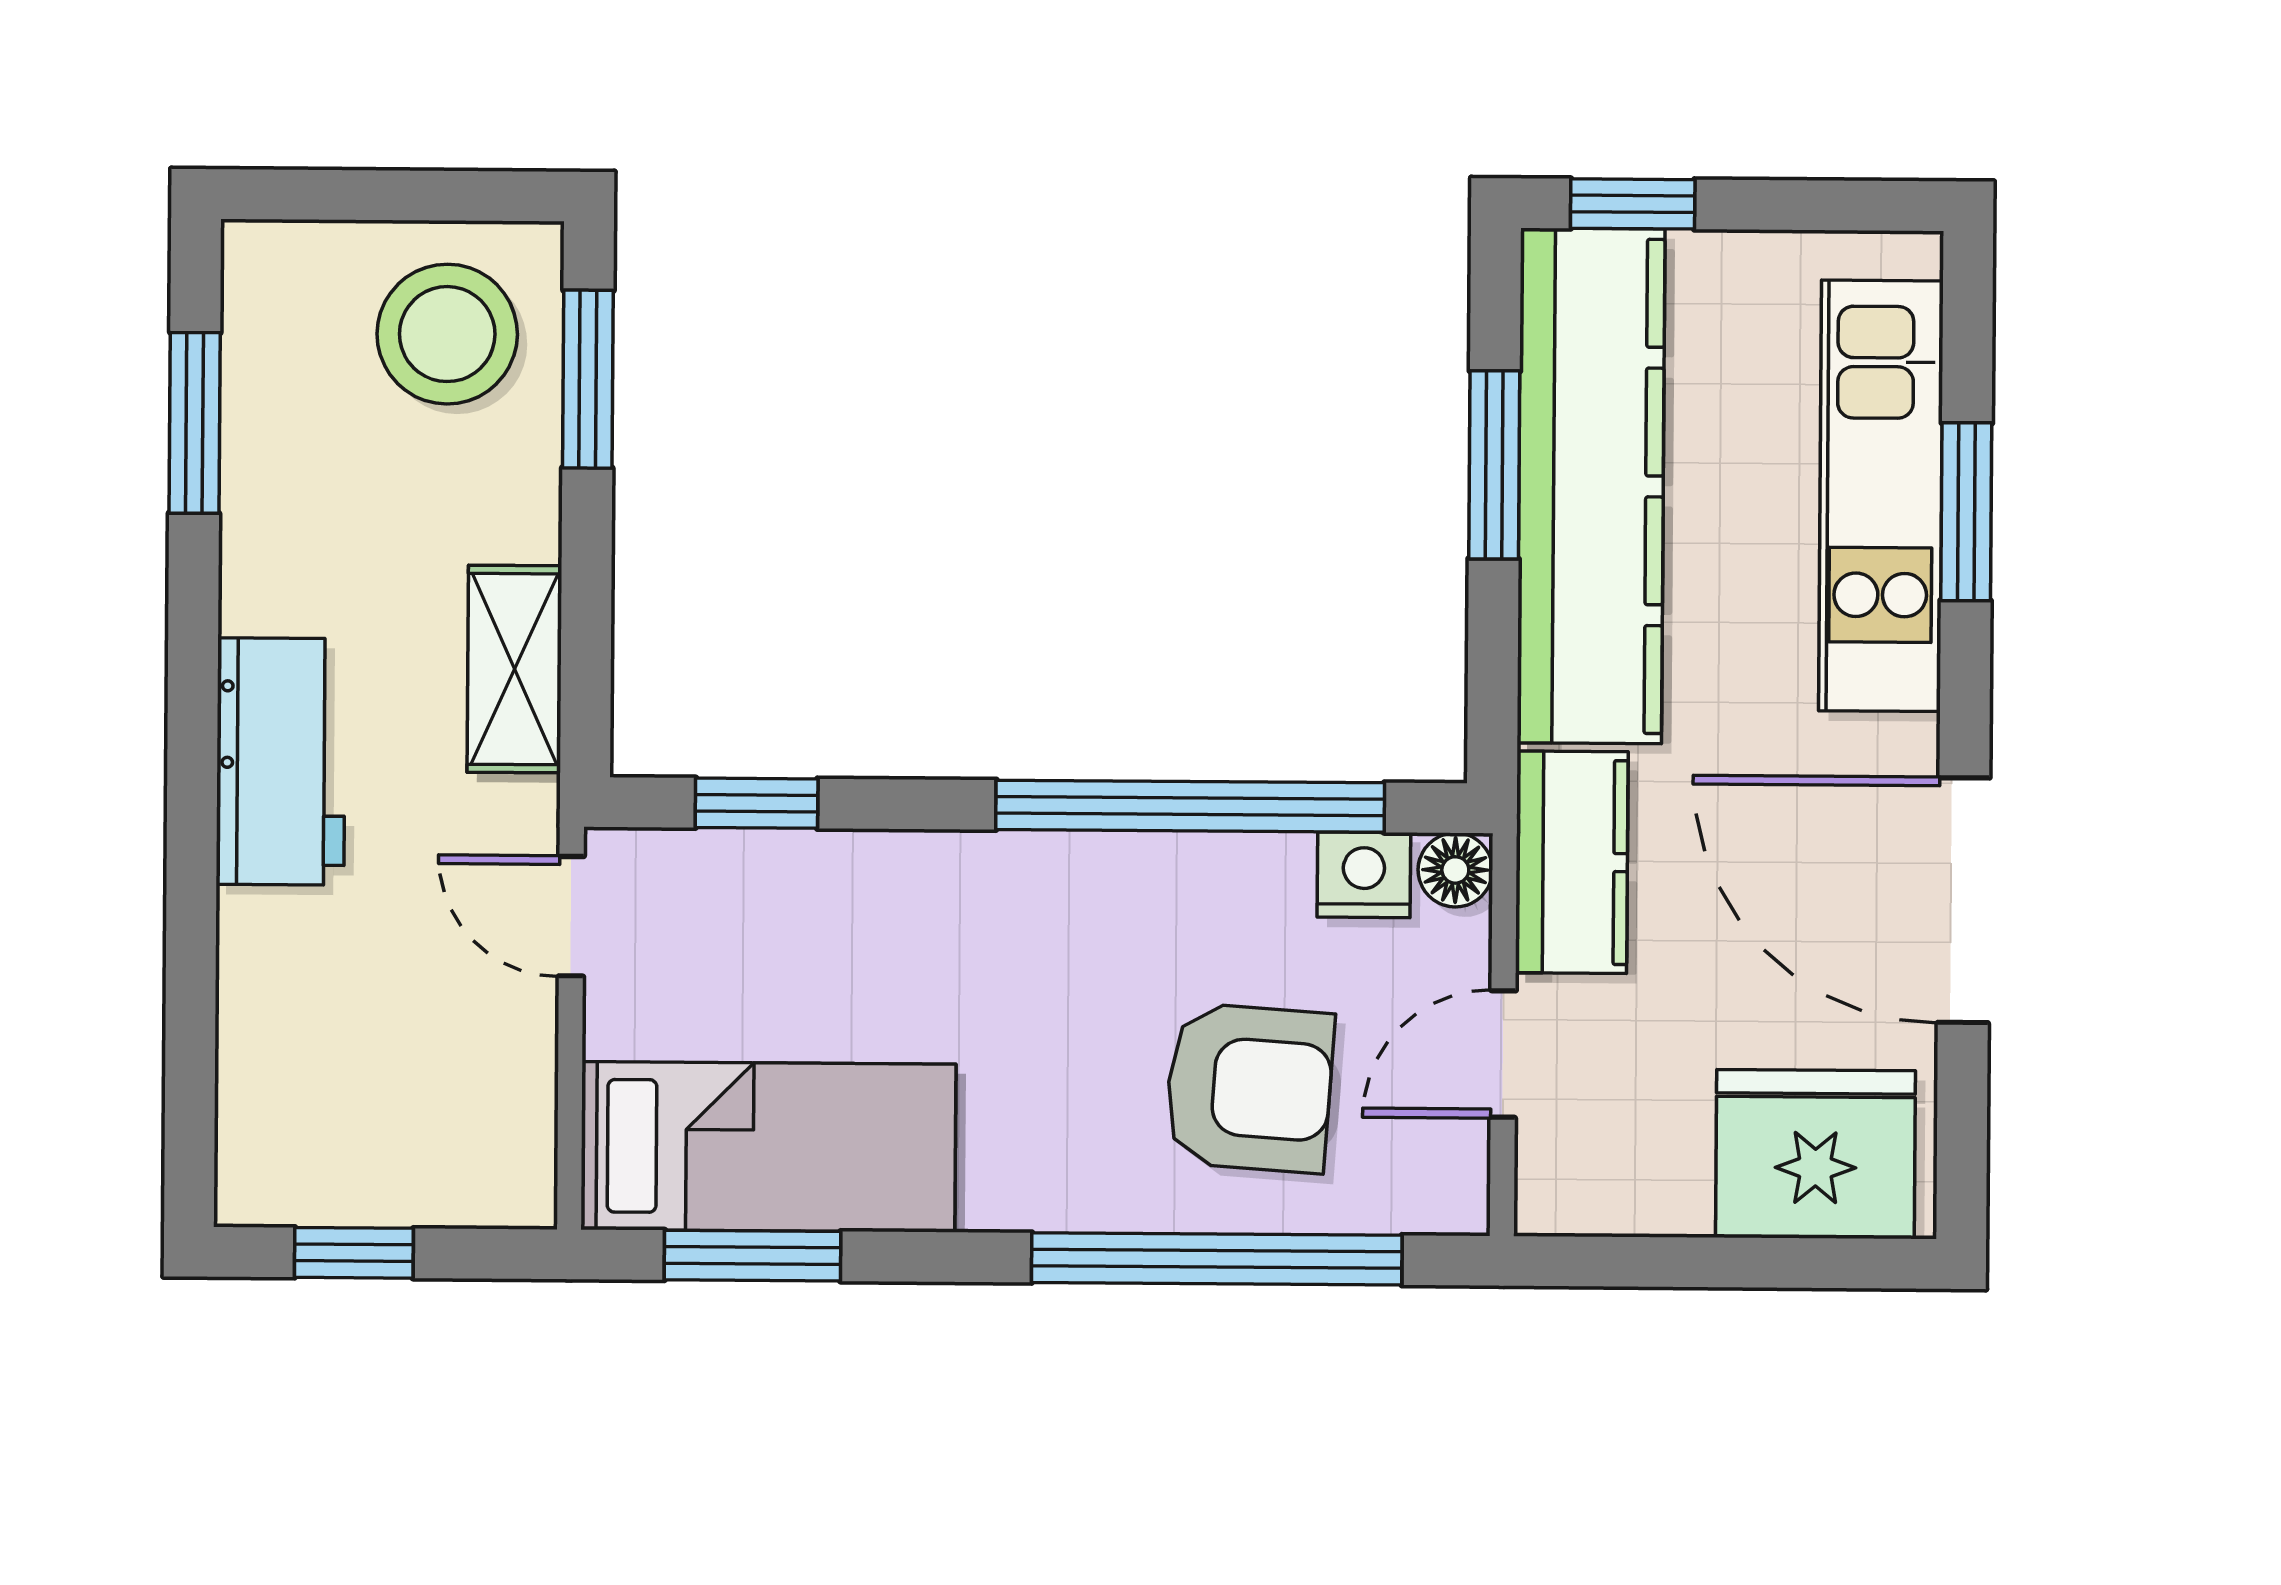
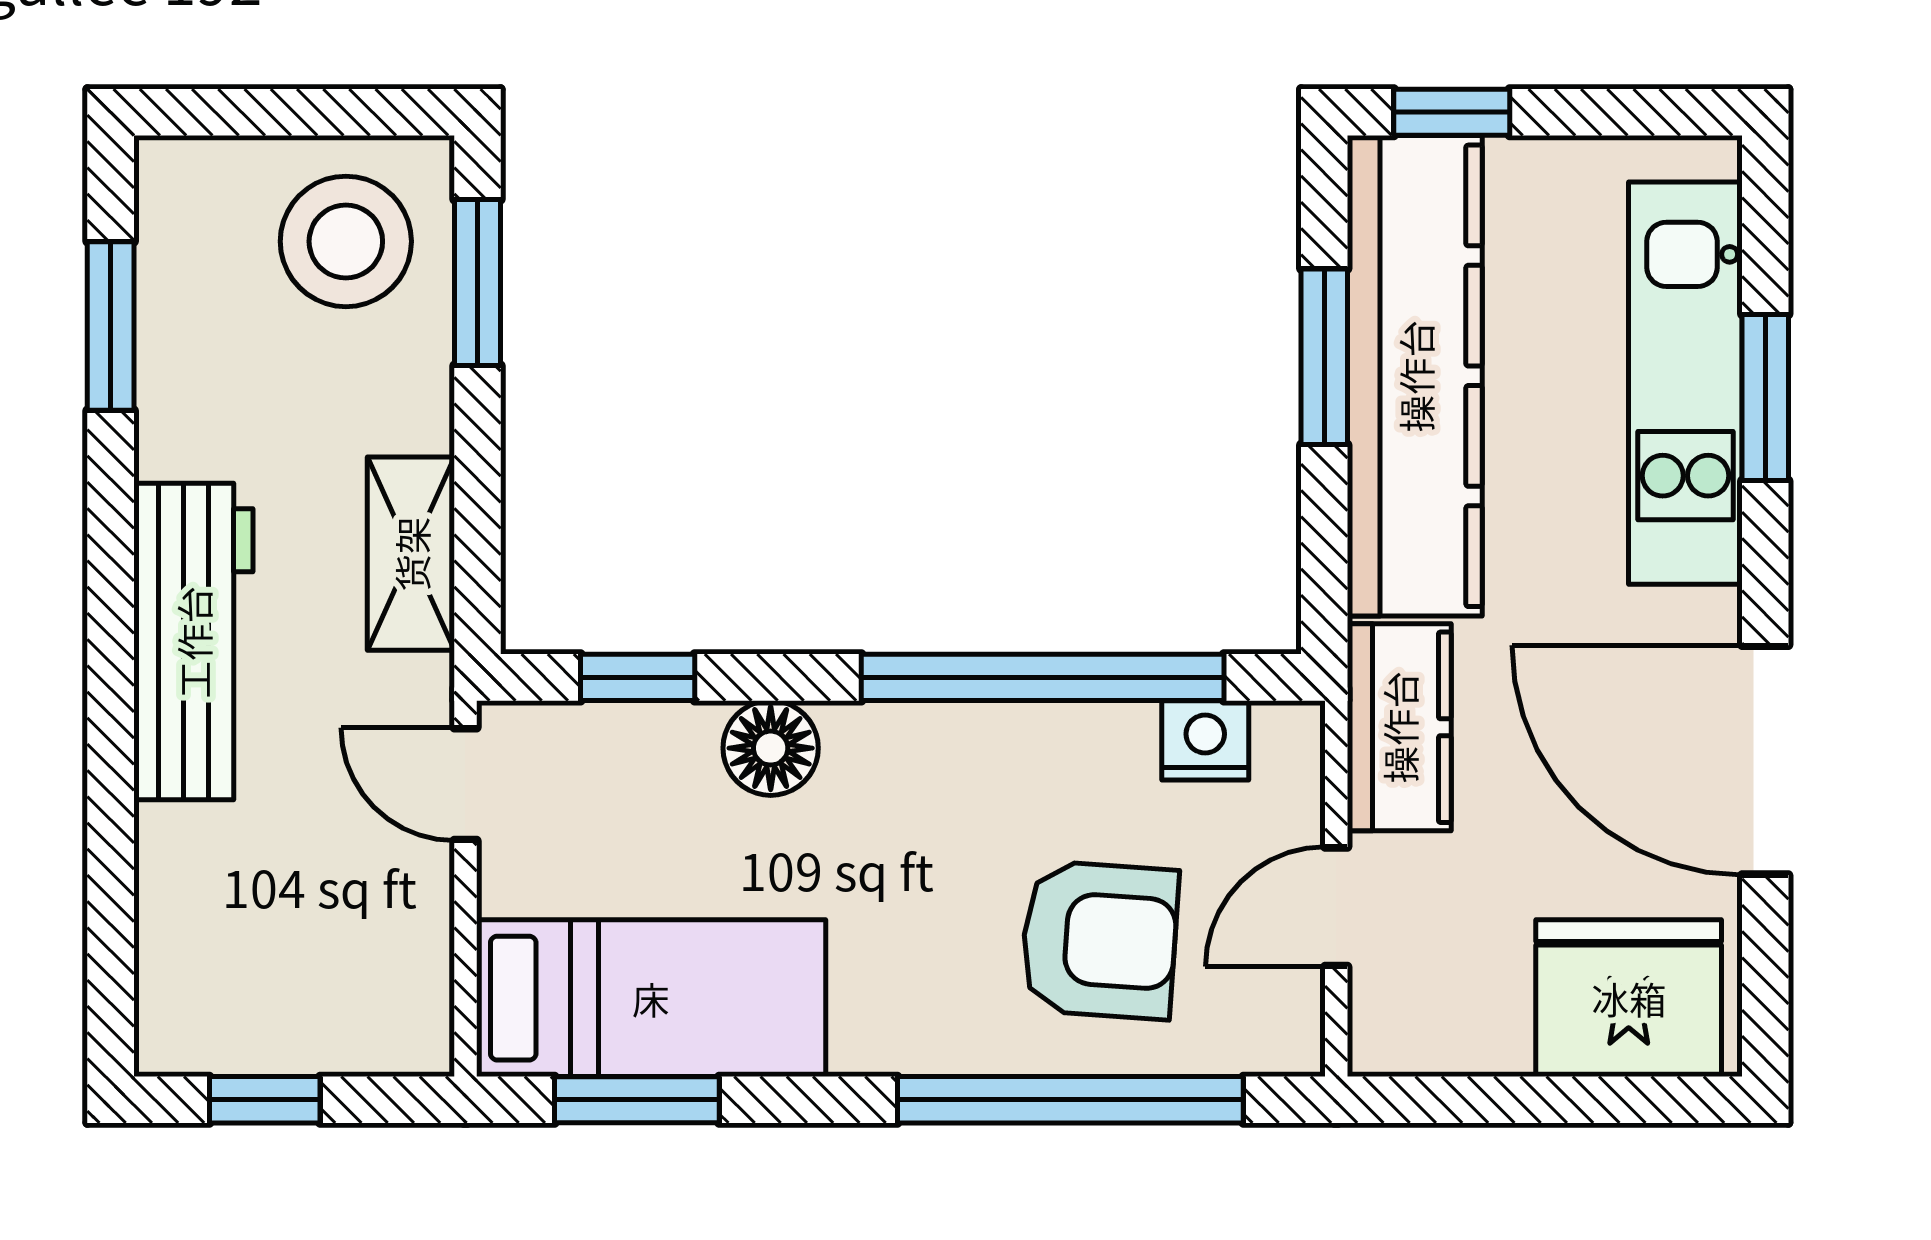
workbench: (281, 761) -> (193, 642), width x1.38
floor lamp: (1455, 870) -> (771, 748), moved, width x1.37, depth x1.37

